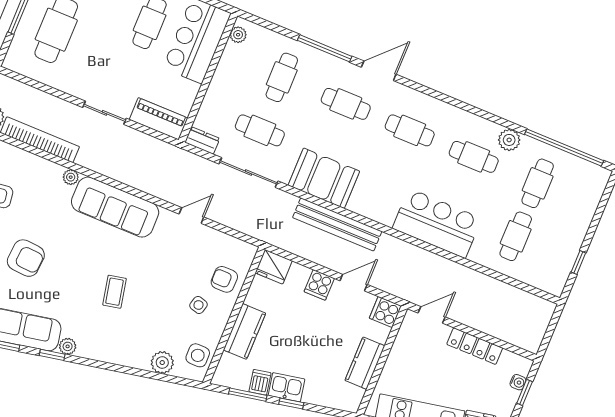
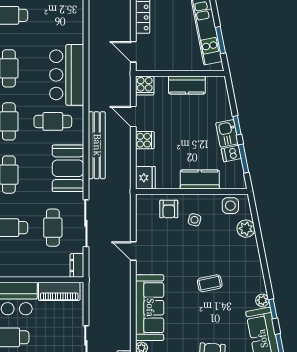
piano: (159, 119) -> (59, 291), moved, turned -90
cafe table: (516, 236) -> (53, 121), moved

